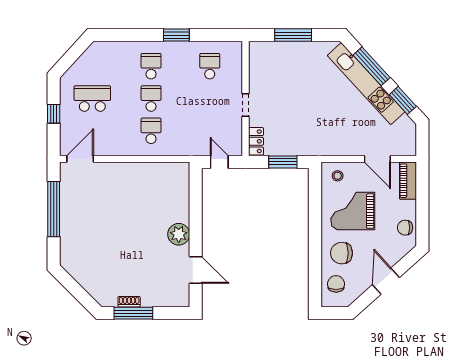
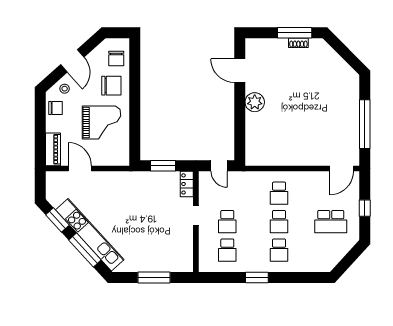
school desk: (210, 99) -> (227, 222), added
stool: (338, 176) -> (65, 89), moved

